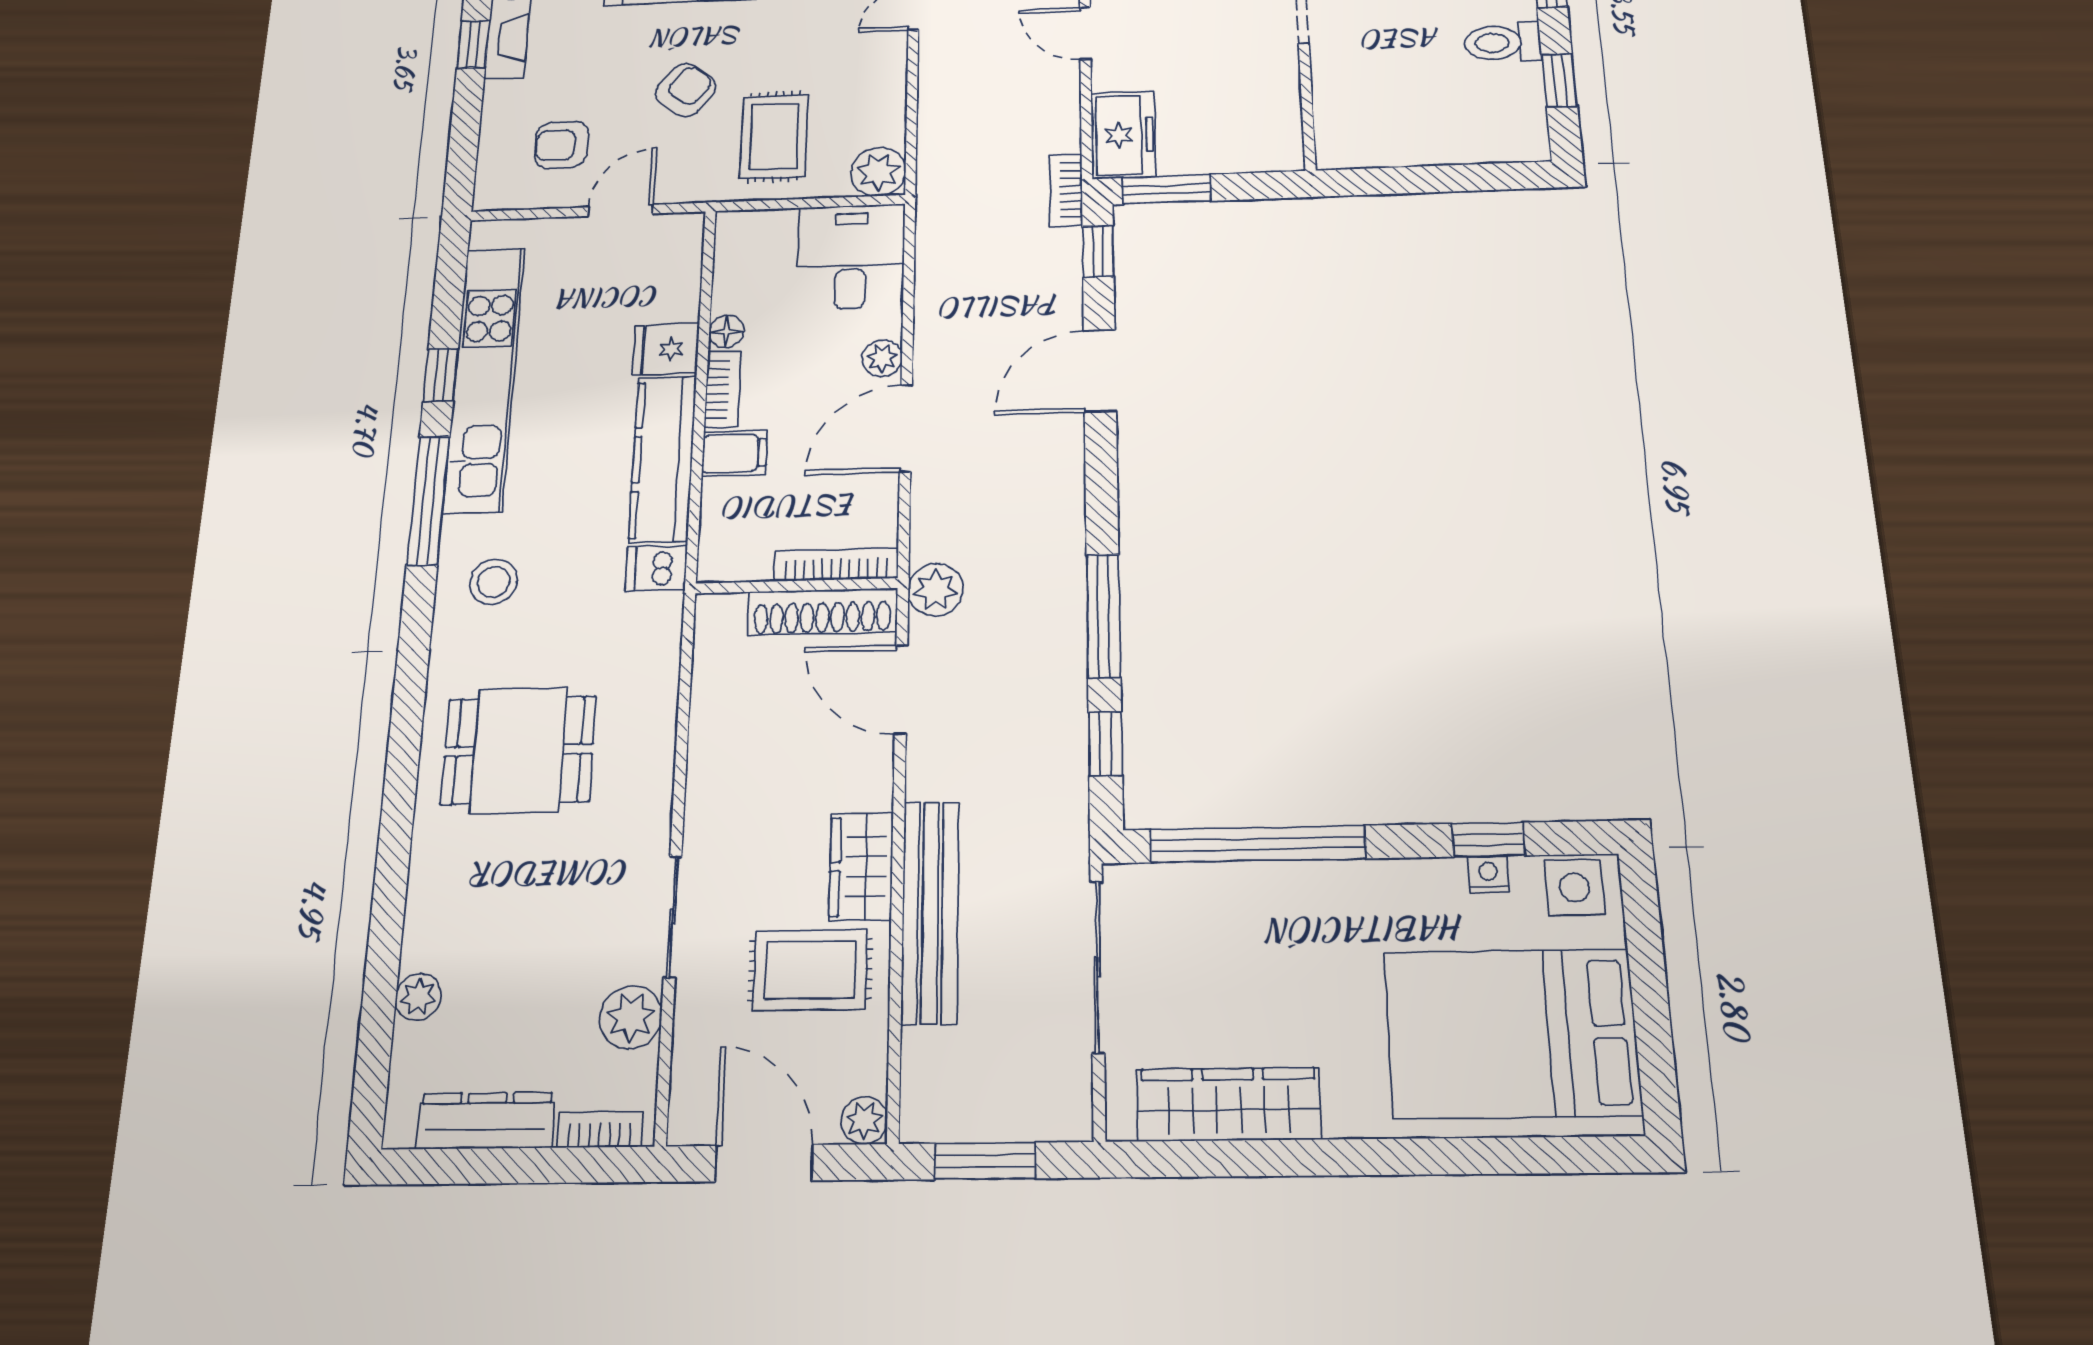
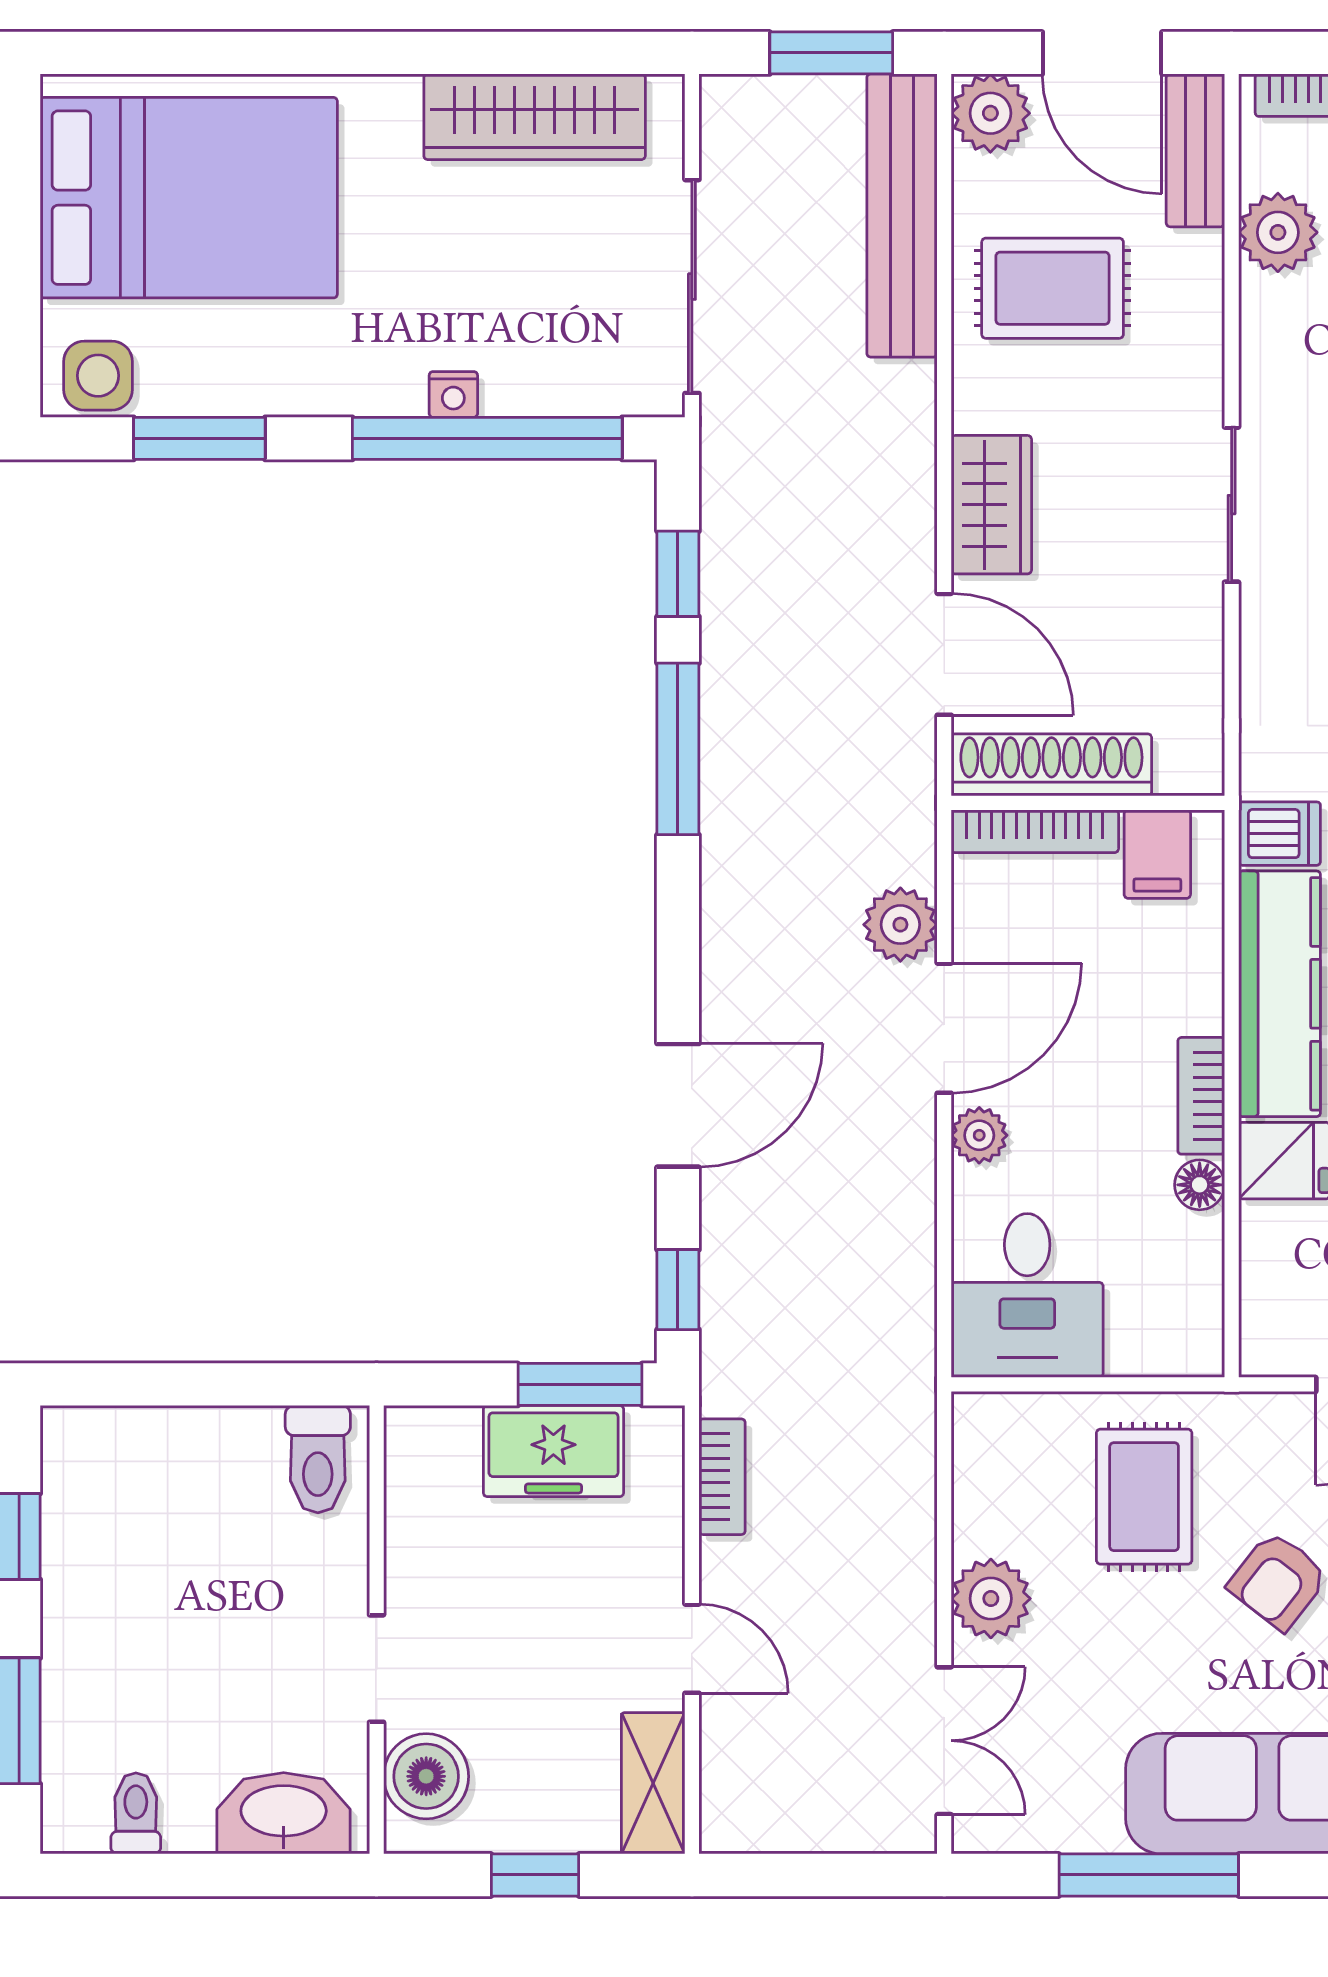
toilet: (1503, 42) -> (318, 1459), moved, turned 90
freezer: (1123, 135) -> (553, 1451), moved, turned -90
plant: (878, 172) -> (991, 1599), moved
bookcase: (1066, 190) -> (722, 1477), moved
filing cabinet: (734, 453) -> (1157, 854), moved, turned -90
plant: (936, 590) -> (900, 925), moved
window: (1488, 840) -> (199, 438), width x1.50
wardrobe: (861, 866) -> (991, 505), moved
nightstand: (1488, 874) -> (453, 394), moved
bench: (930, 912) -> (902, 216), moved
sliding door: (673, 917) -> (1232, 505), moved
bench: (692, 1083) -> (1195, 150), added
plant: (864, 1120) -> (990, 113), width x1.38, depth x1.38

